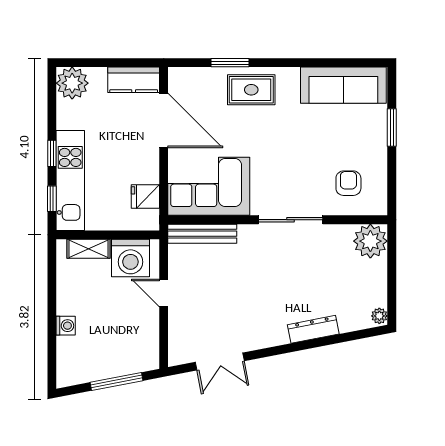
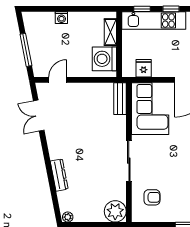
bench: (202, 234) -> (120, 99), width x0.73
door: (164, 293) -> (58, 80), moved

